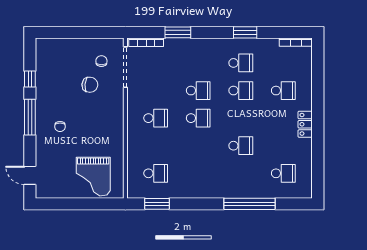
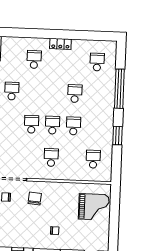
chair: (90, 85) -> (35, 198), moved
school desk: (241, 91) -> (73, 126), moved
window: (157, 204) -> (118, 136), moved

